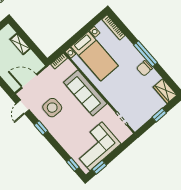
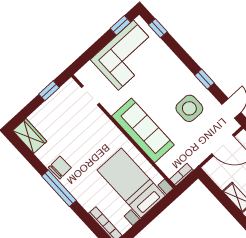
window: (159, 115) -> (49, 91), moved

